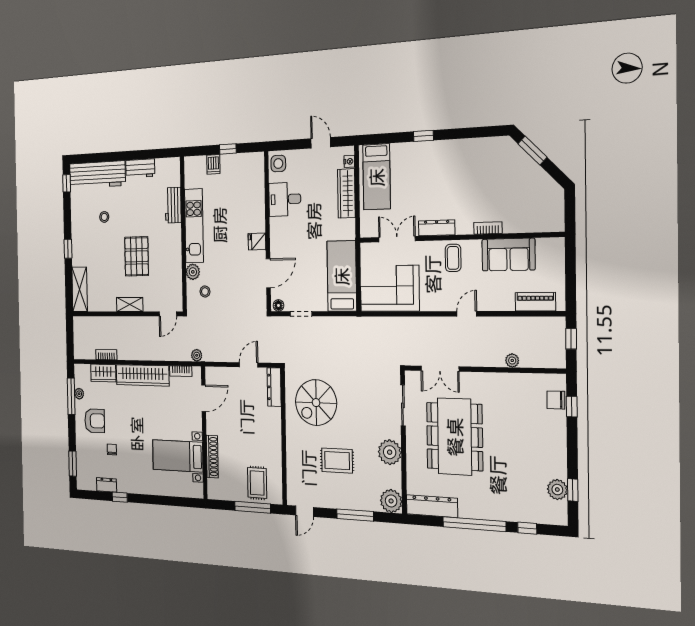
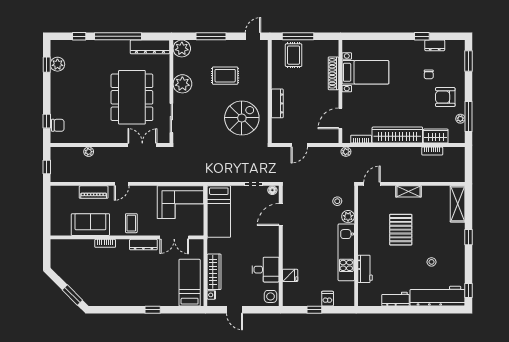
fridge: (257, 241) -> (290, 275), moved
piano: (535, 302) -> (94, 192), moved
dresser: (274, 387) -> (277, 103), moved

